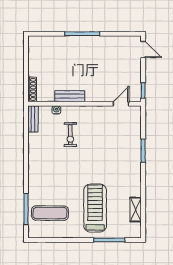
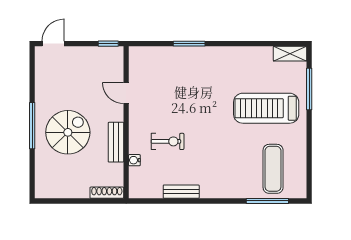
spiral stairs: (77, 60) -> (68, 132), added
door: (121, 104) -> (126, 93), moved
bench: (33, 119) -> (181, 192), moved
shelving: (136, 210) -> (290, 54), moved

